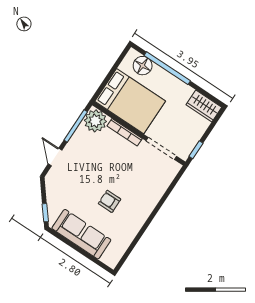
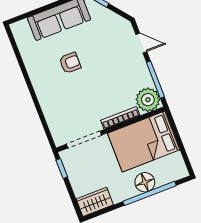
floor lamp: (143, 66) -> (145, 182), moved

